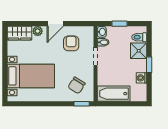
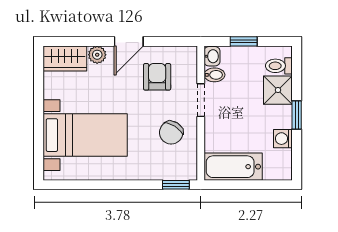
chair: (77, 85) -> (171, 133), moved

